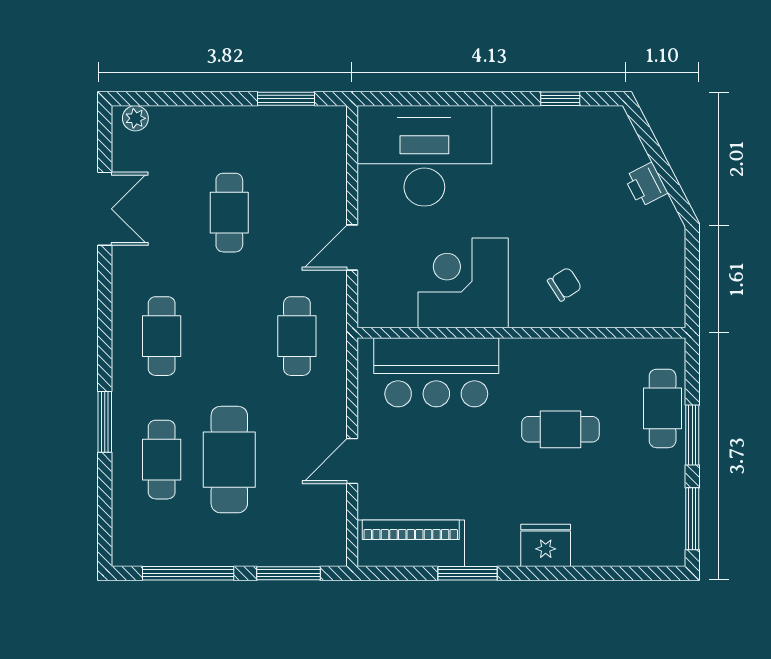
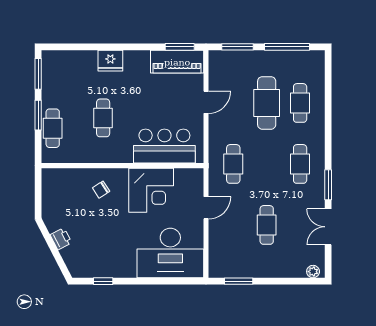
window: (105, 422) -> (328, 185), moved
cafe table: (560, 429) -> (103, 118), turned 90
window: (467, 573) -> (180, 47), moved

